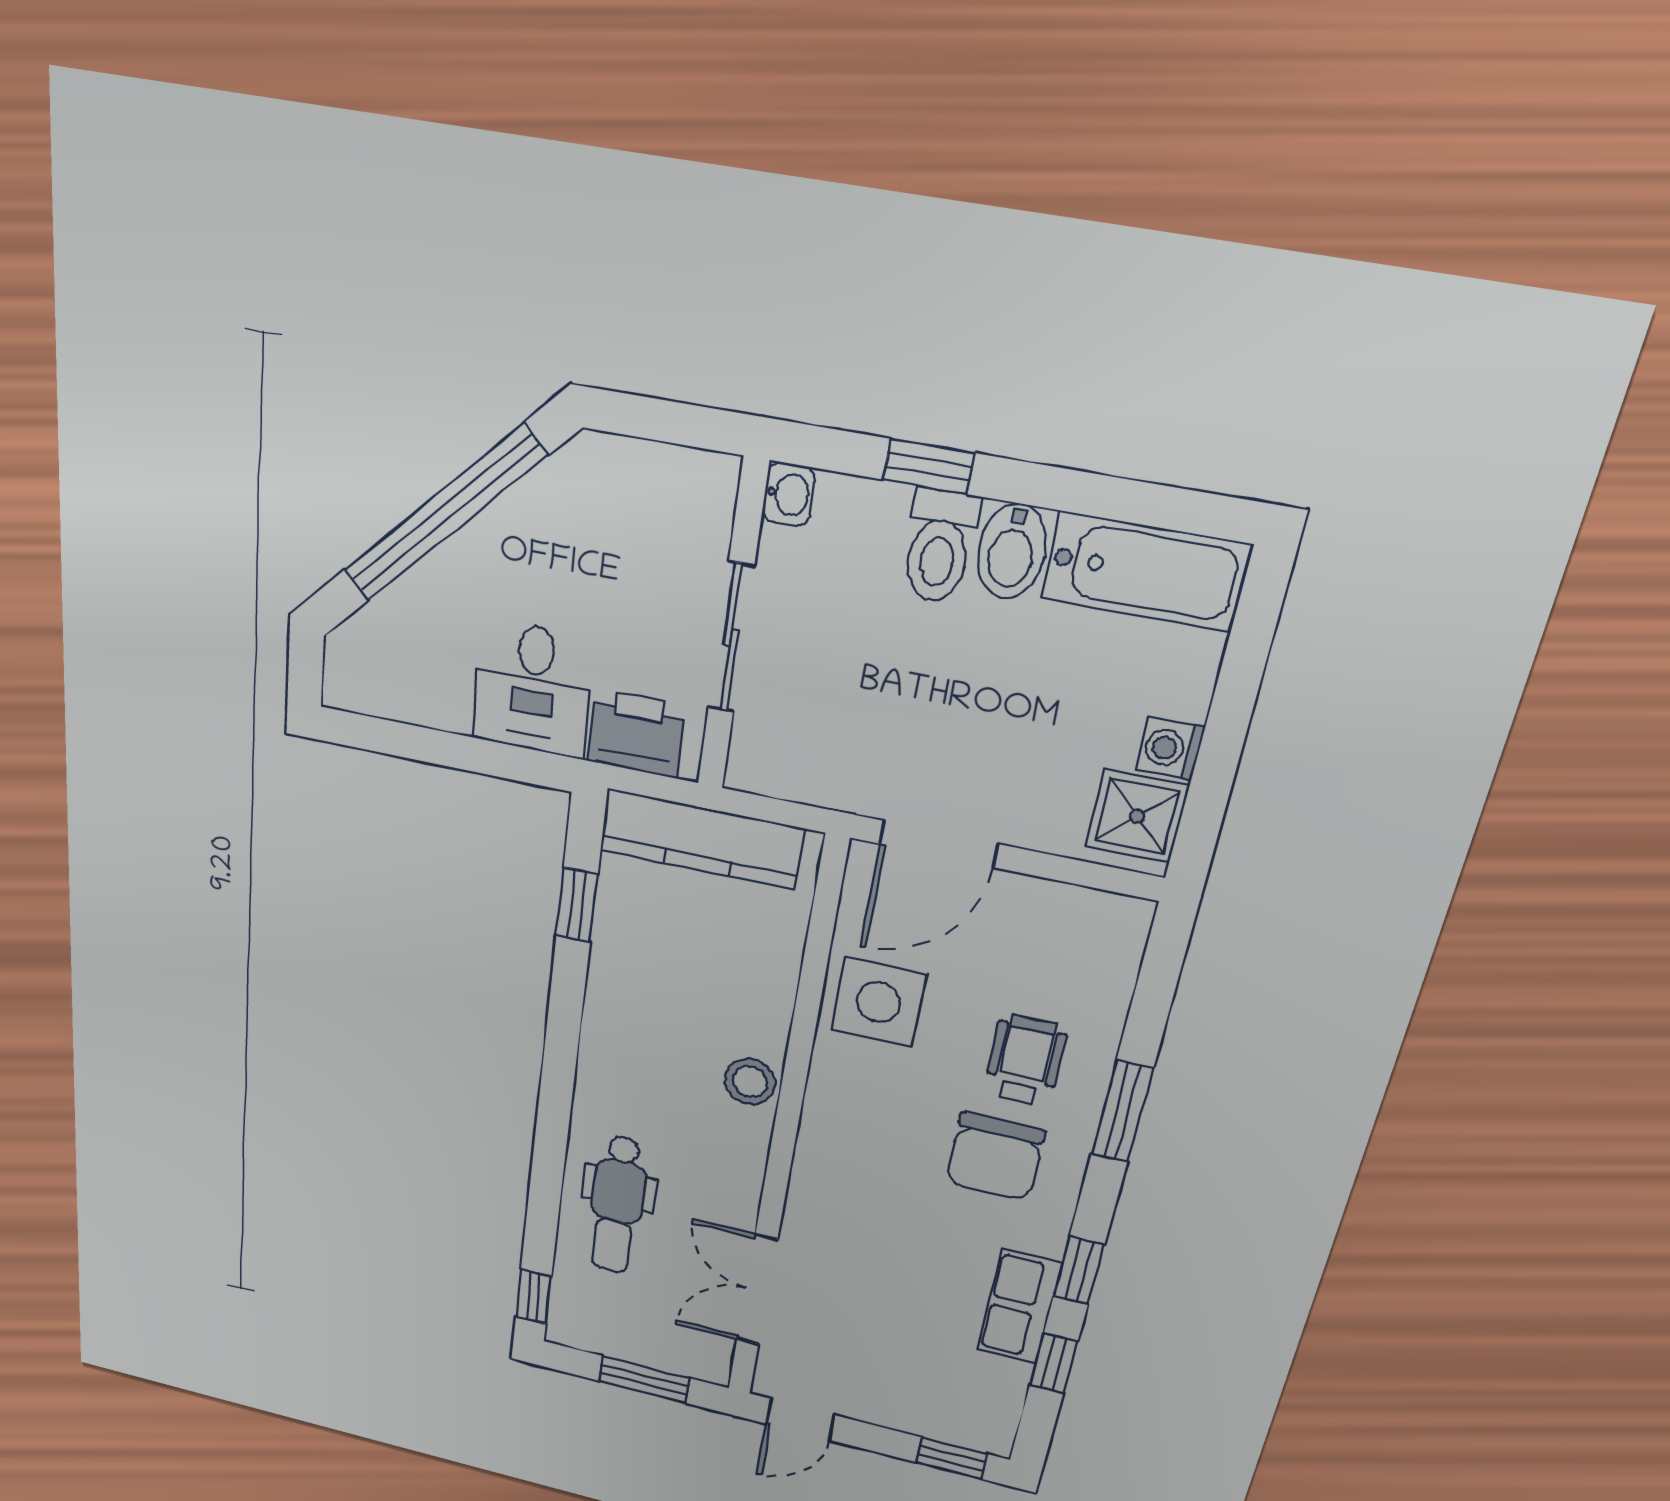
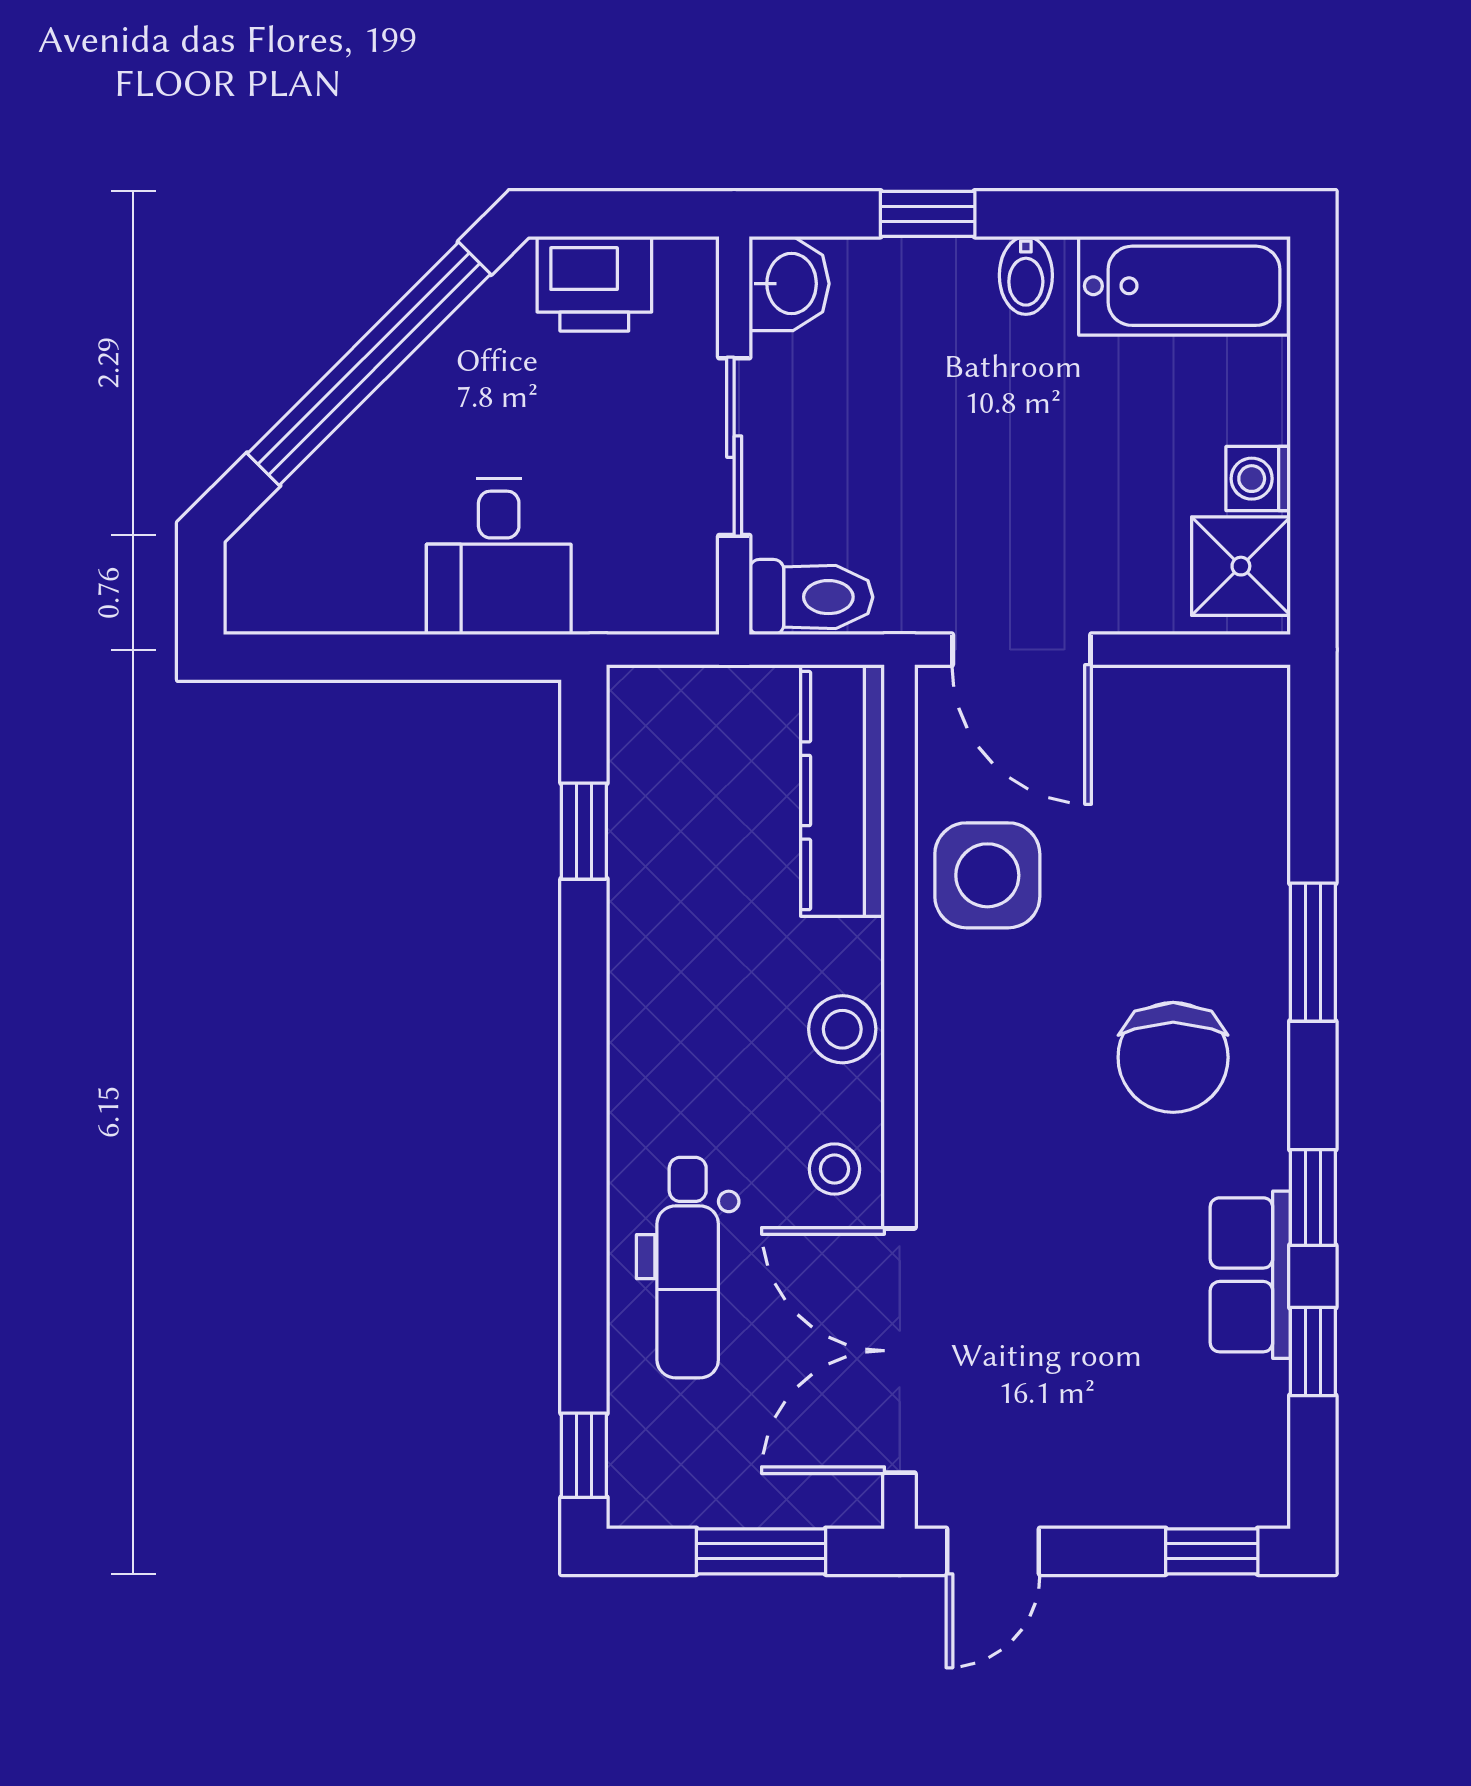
washbasin: (789, 494) -> (789, 284), width x1.38, depth x1.45
toilet: (939, 546) -> (811, 597), moved, turned -90
bidet: (1012, 551) -> (1026, 275), width x0.72, depth x0.74
printer: (636, 734) -> (594, 284), moved, turned 180
kitchen counter: (701, 839) -> (843, 791), moved, turned 90
door: (939, 844) -> (1022, 650), hinge flipped
wheelchair: (1025, 1060) -> (1182, 911), removed
stool: (729, 1169) -> (835, 1169), added
double door: (757, 1290) -> (900, 1351), width x1.37

